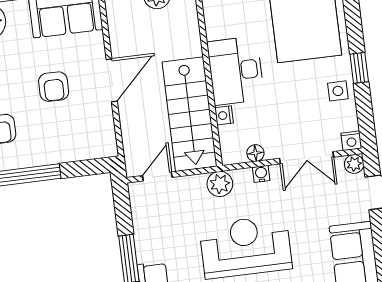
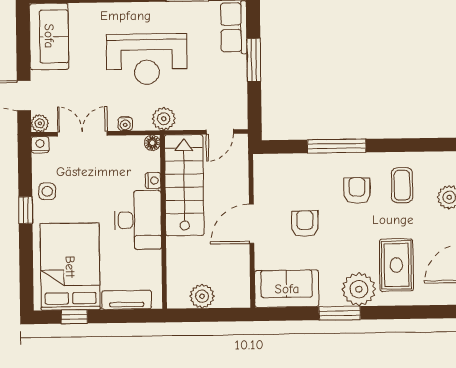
floor lamp: (255, 153) -> (152, 143), moved

